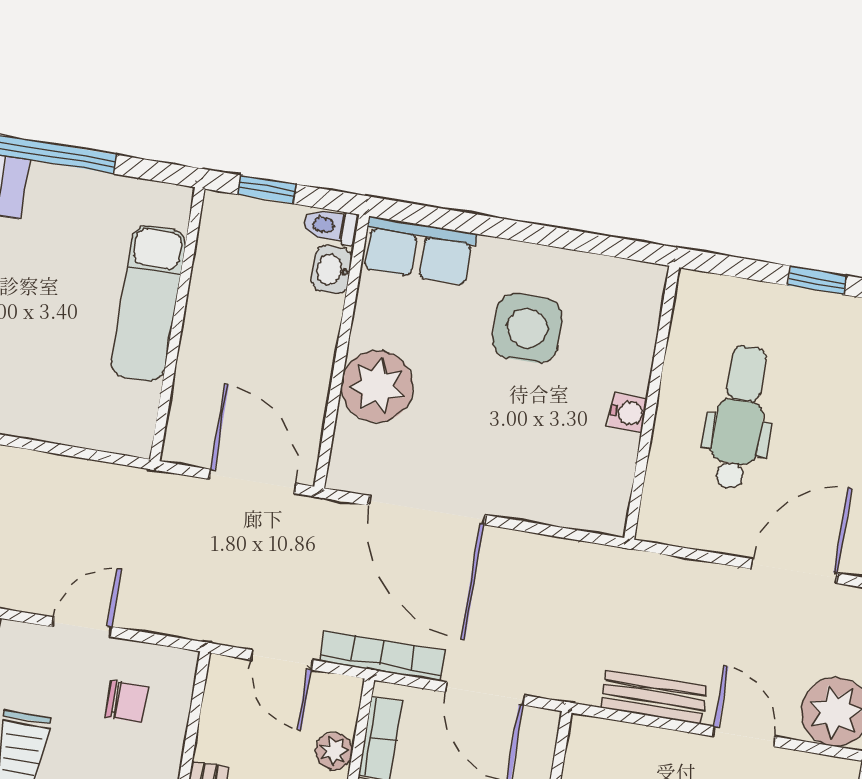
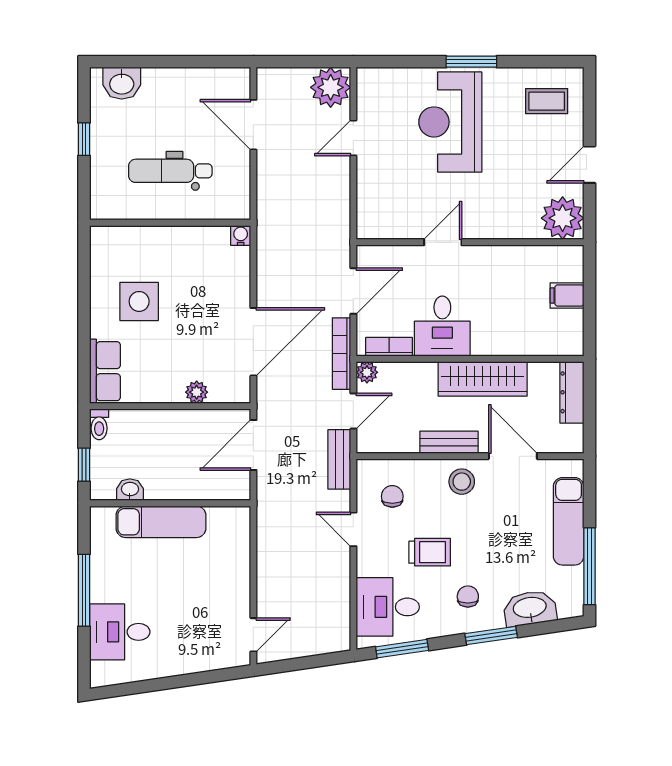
washbasin: (332, 270) -> (130, 490), moved, turned 180
plant: (377, 386) -> (197, 392), width x0.53, depth x0.53
water cooler: (628, 413) -> (241, 236), moved
bench: (654, 697) -> (339, 459), moved
plant: (334, 751) -> (367, 372), moved

